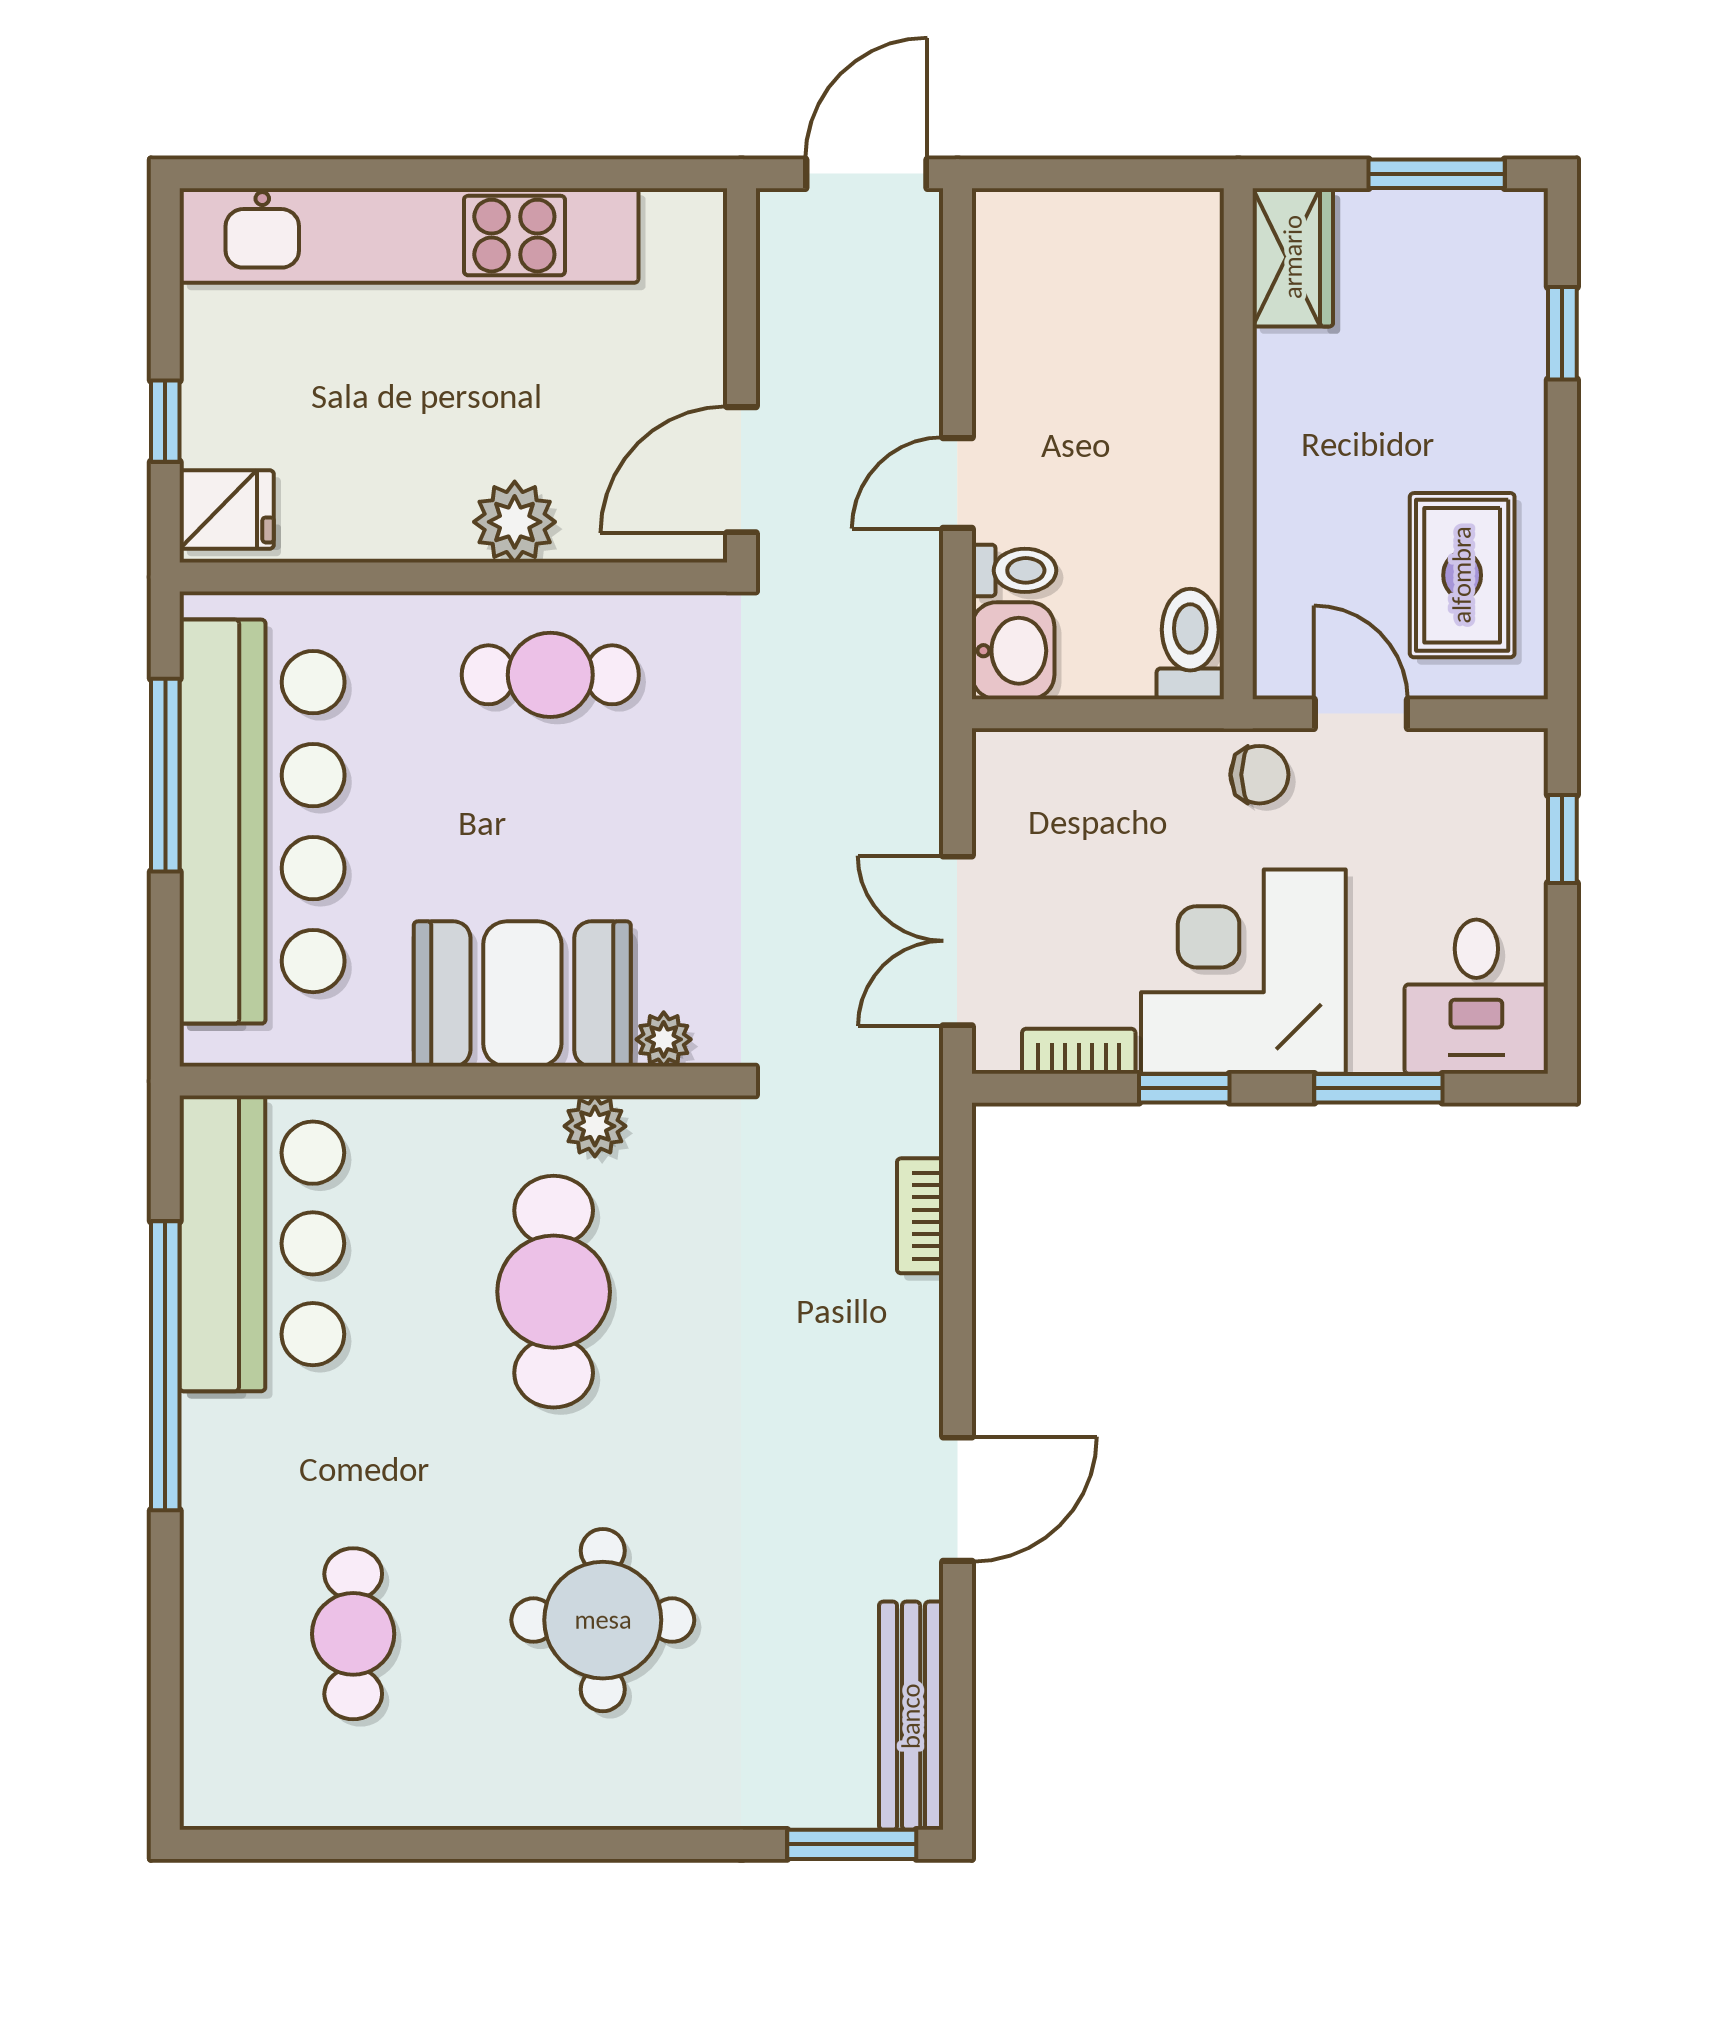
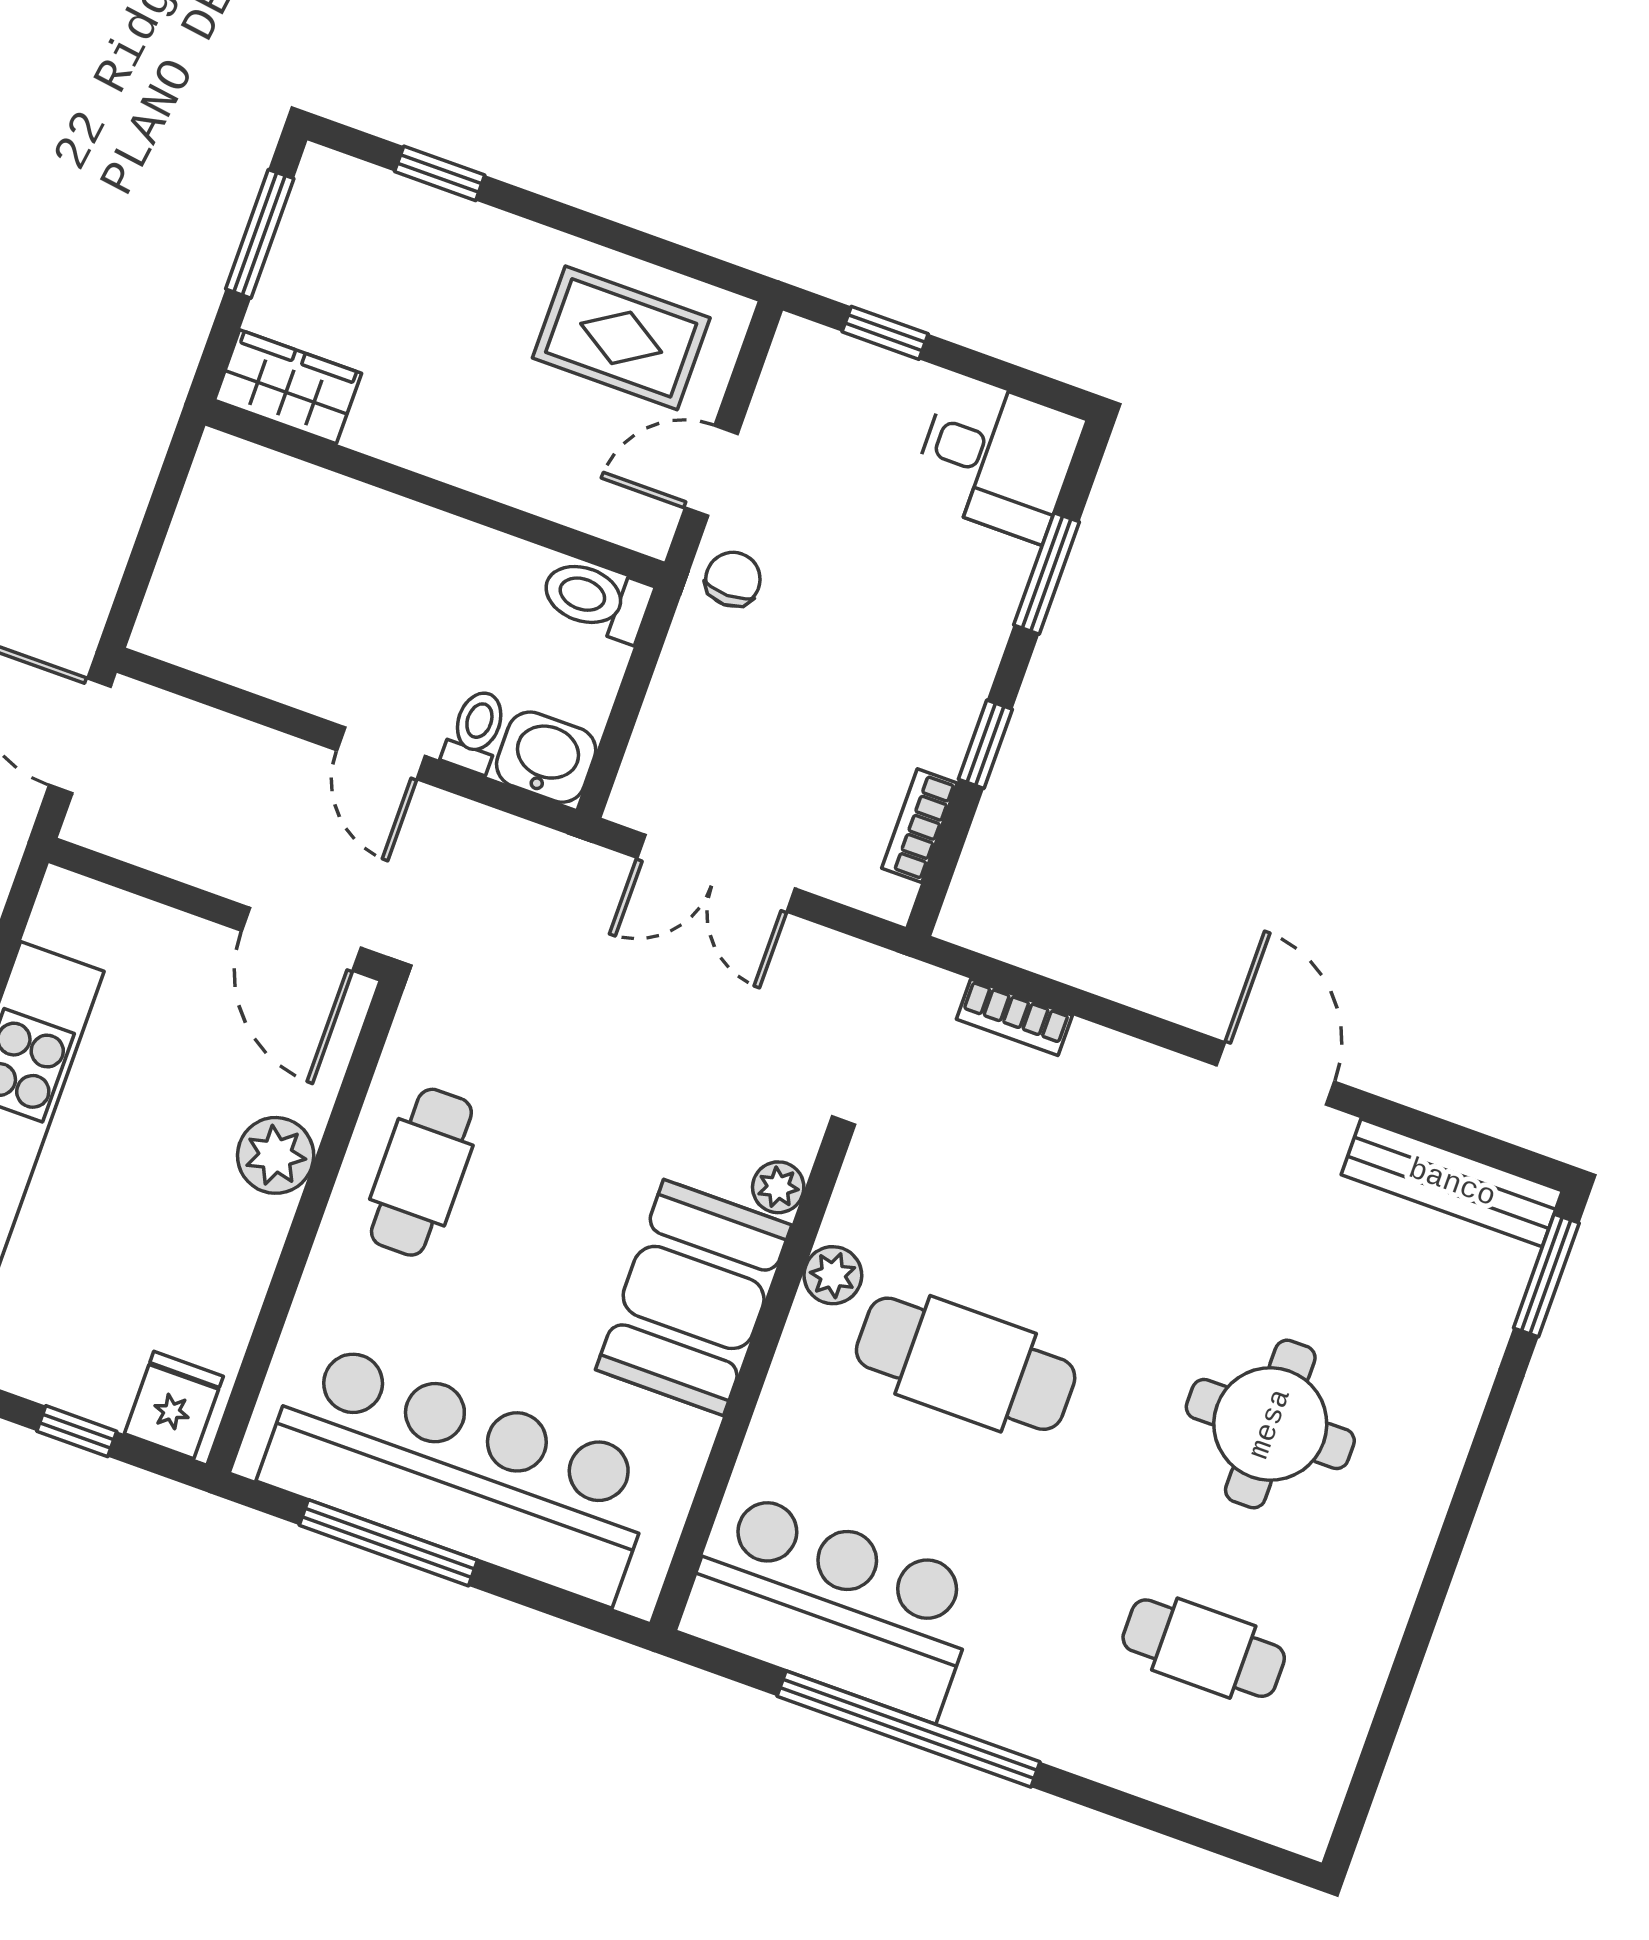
double door: (957, 941) -> (716, 873), moved
corner desk: (1243, 972) -> (901, 656), removed

